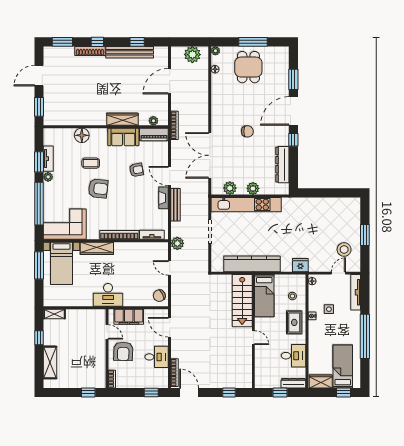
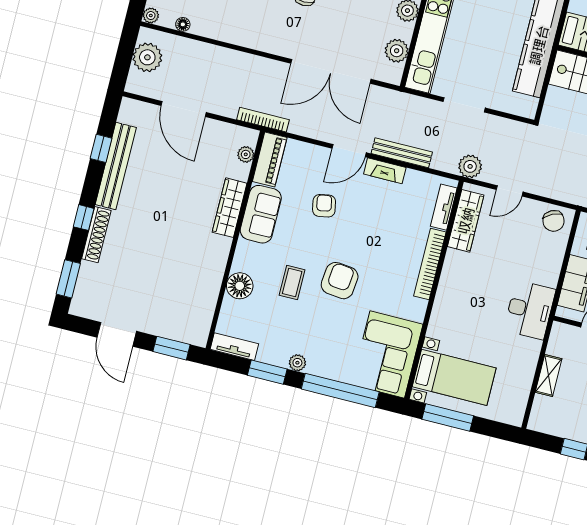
tv unit: (48, 159) -> (234, 347), moved
wardrobe: (97, 248) -> (466, 221), moved
shelving: (54, 314) -> (549, 375), moved

